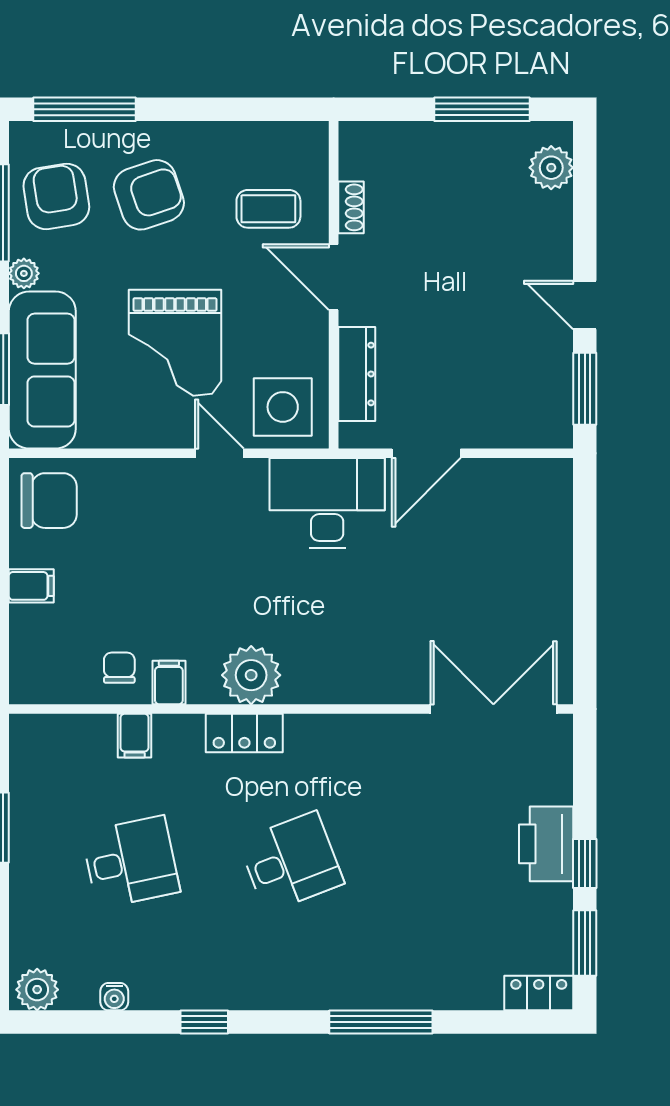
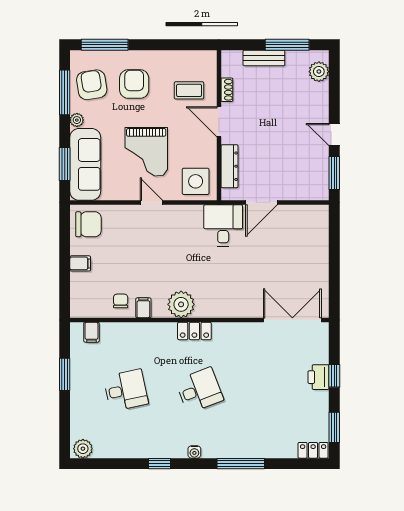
bench: (432, 138) -> (264, 58), added
armchair: (149, 195) -> (134, 84), turned -71
door: (219, 453) -> (151, 203), moved
desk: (327, 503) -> (223, 225), width x0.73
locker: (244, 733) -> (194, 331), moved
filing cabinet: (135, 736) -> (91, 332), moved
printer: (546, 844) -> (318, 377), width x0.73, depth x0.84
window: (585, 863) -> (334, 376), moved
water cooler: (114, 997) -> (194, 452), moved

